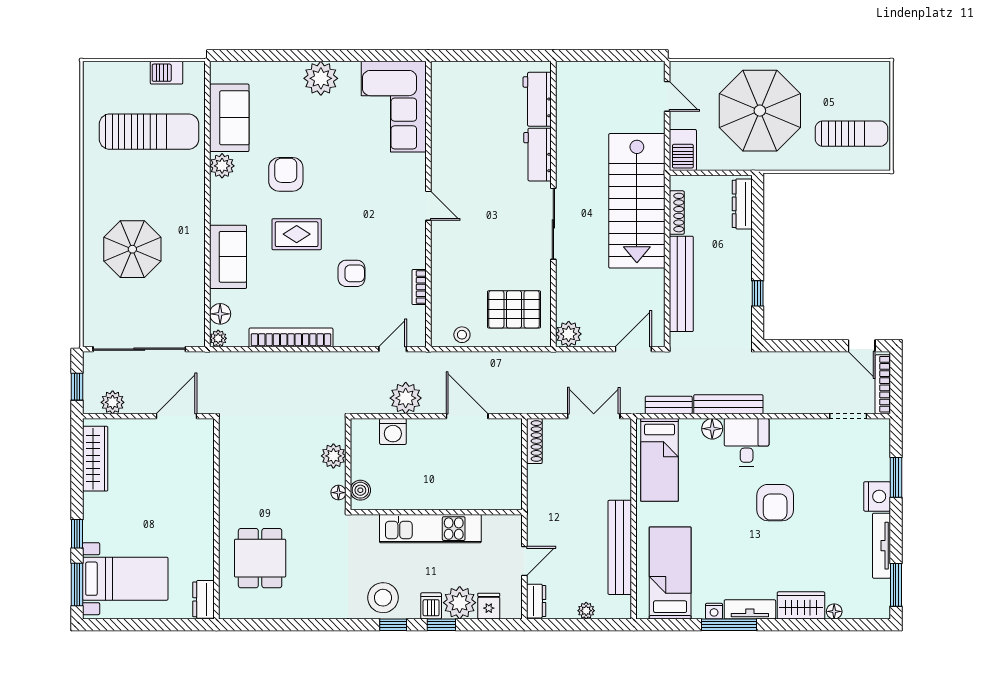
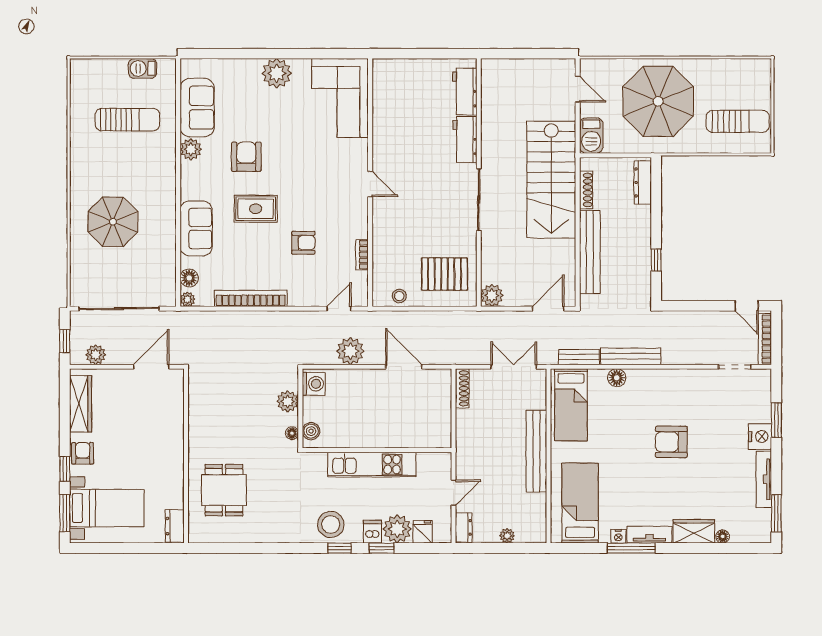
sun lounger: (149, 132) -> (127, 120), width x0.73, depth x0.75
washing machine: (393, 431) -> (314, 384), moved, turned -90
desk: (747, 442) -> (647, 389), removed
armchair: (775, 503) -> (671, 442), turned 90
armchair: (97, 516) -> (83, 453), added
bench: (620, 547) -> (536, 451), moved

